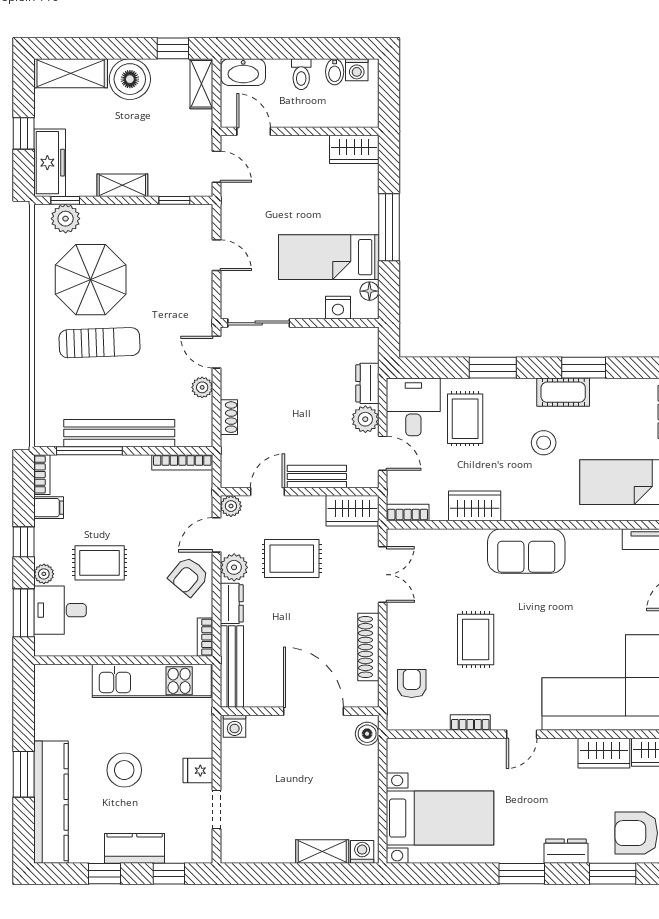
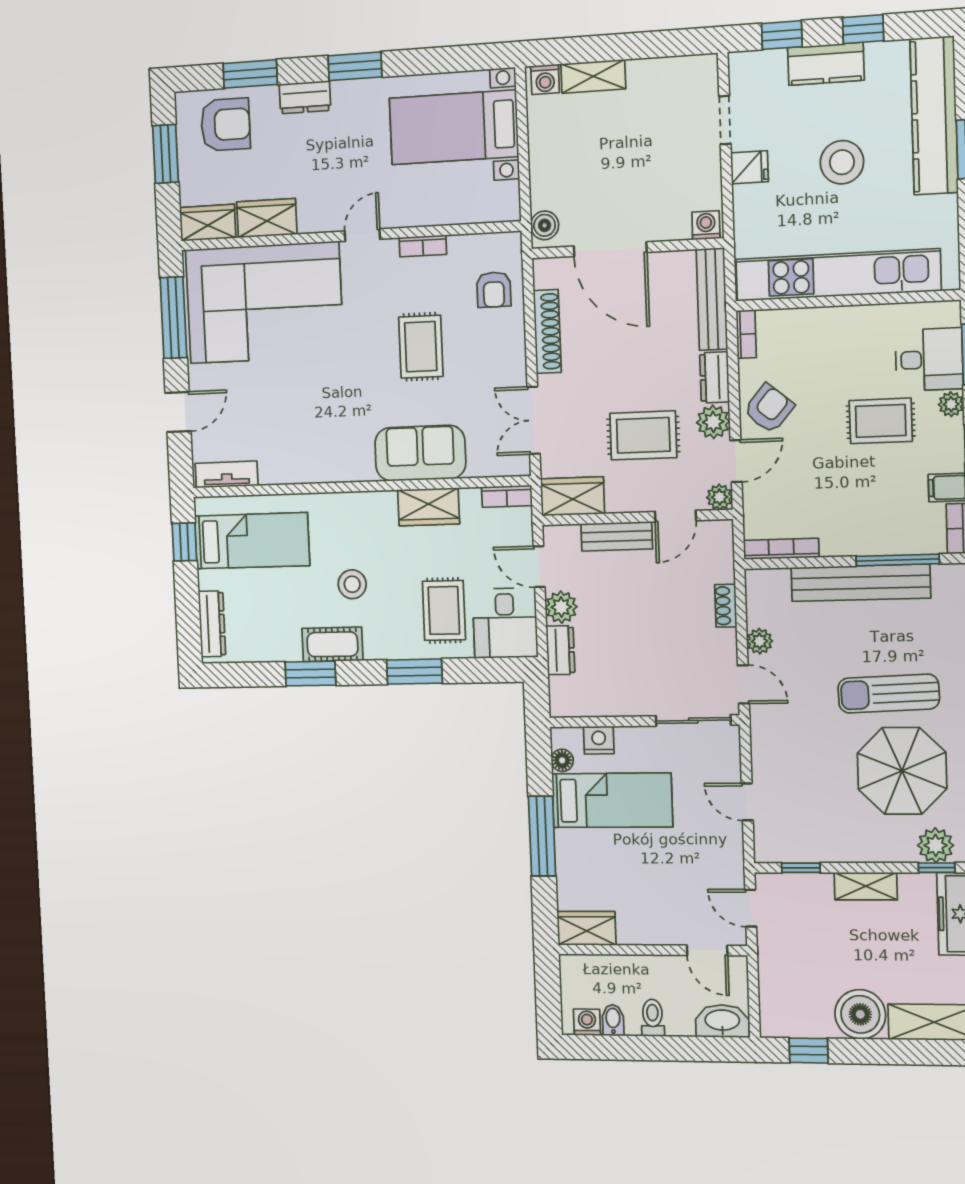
shelving: (201, 84) -> (772, 1008), removed
sofa: (526, 551) -> (420, 453), moved
kitchen unit: (152, 681) -> (838, 275), width x1.36

